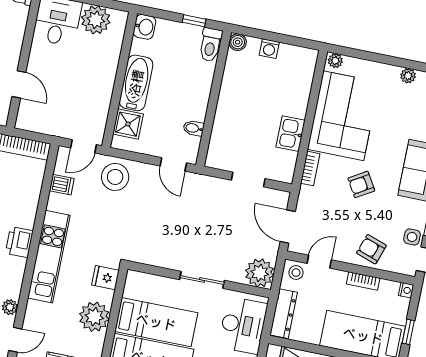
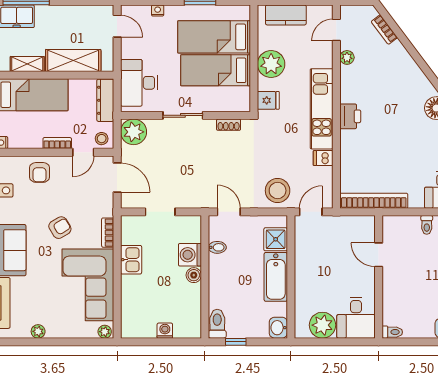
boiler: (238, 42) -> (194, 275), moved
washing machine: (225, 126) -> (190, 255), added
dishwasher: (62, 185) -> (323, 158), moved
armchair: (371, 249) -> (40, 172), turned 71
shoe rack: (154, 260) -> (229, 125), added
bookcase: (363, 281) -> (57, 143), moved

